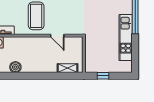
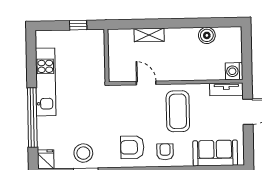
shelving: (68, 68) -> (149, 35), moved

